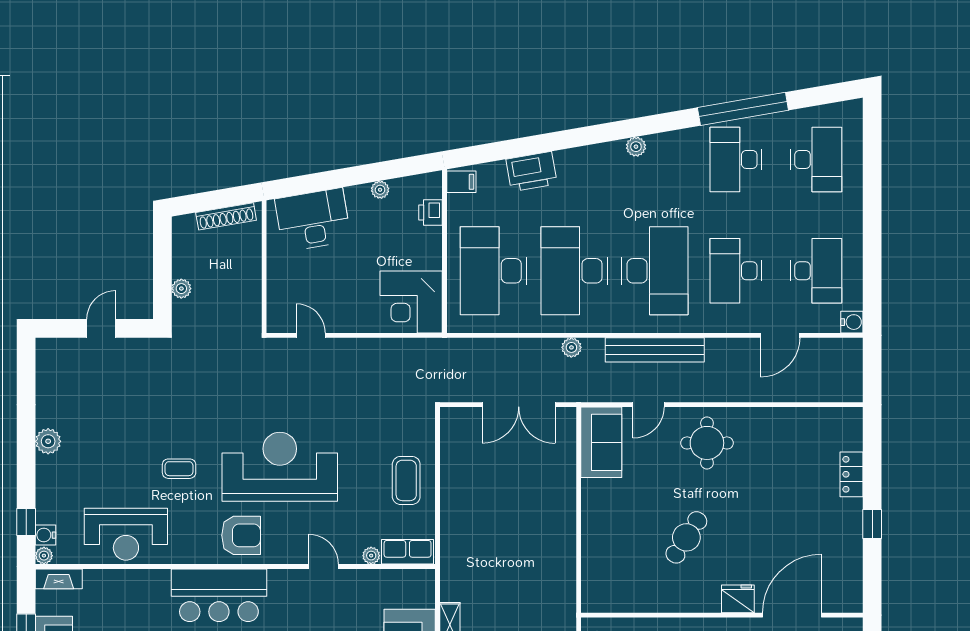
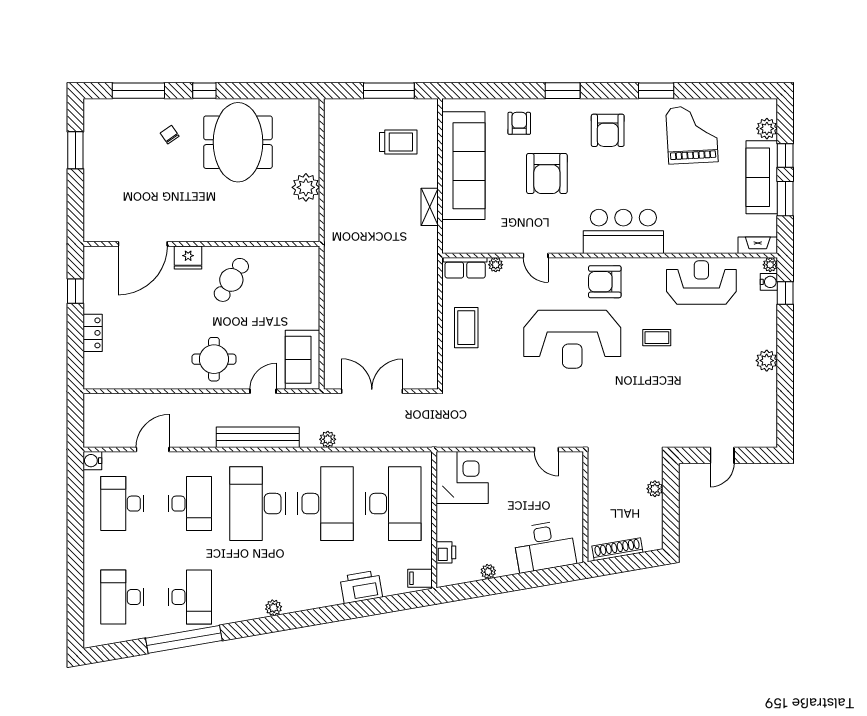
fridge: (738, 599) -> (188, 258), moved
wall: (722, 615) -> (201, 244), moved
door: (792, 615) -> (143, 244), moved

